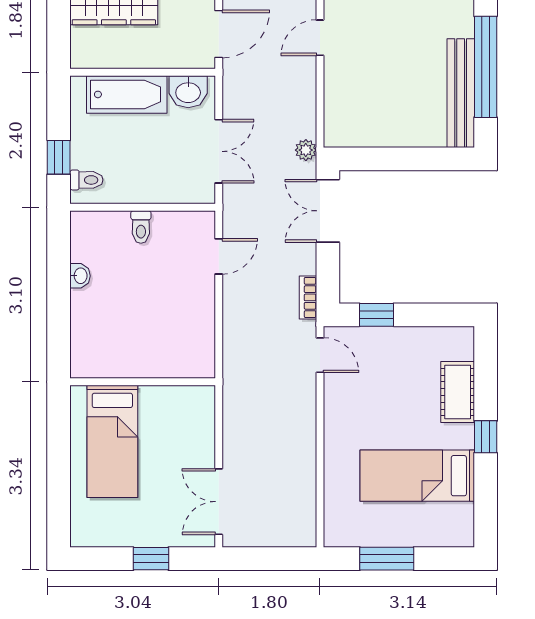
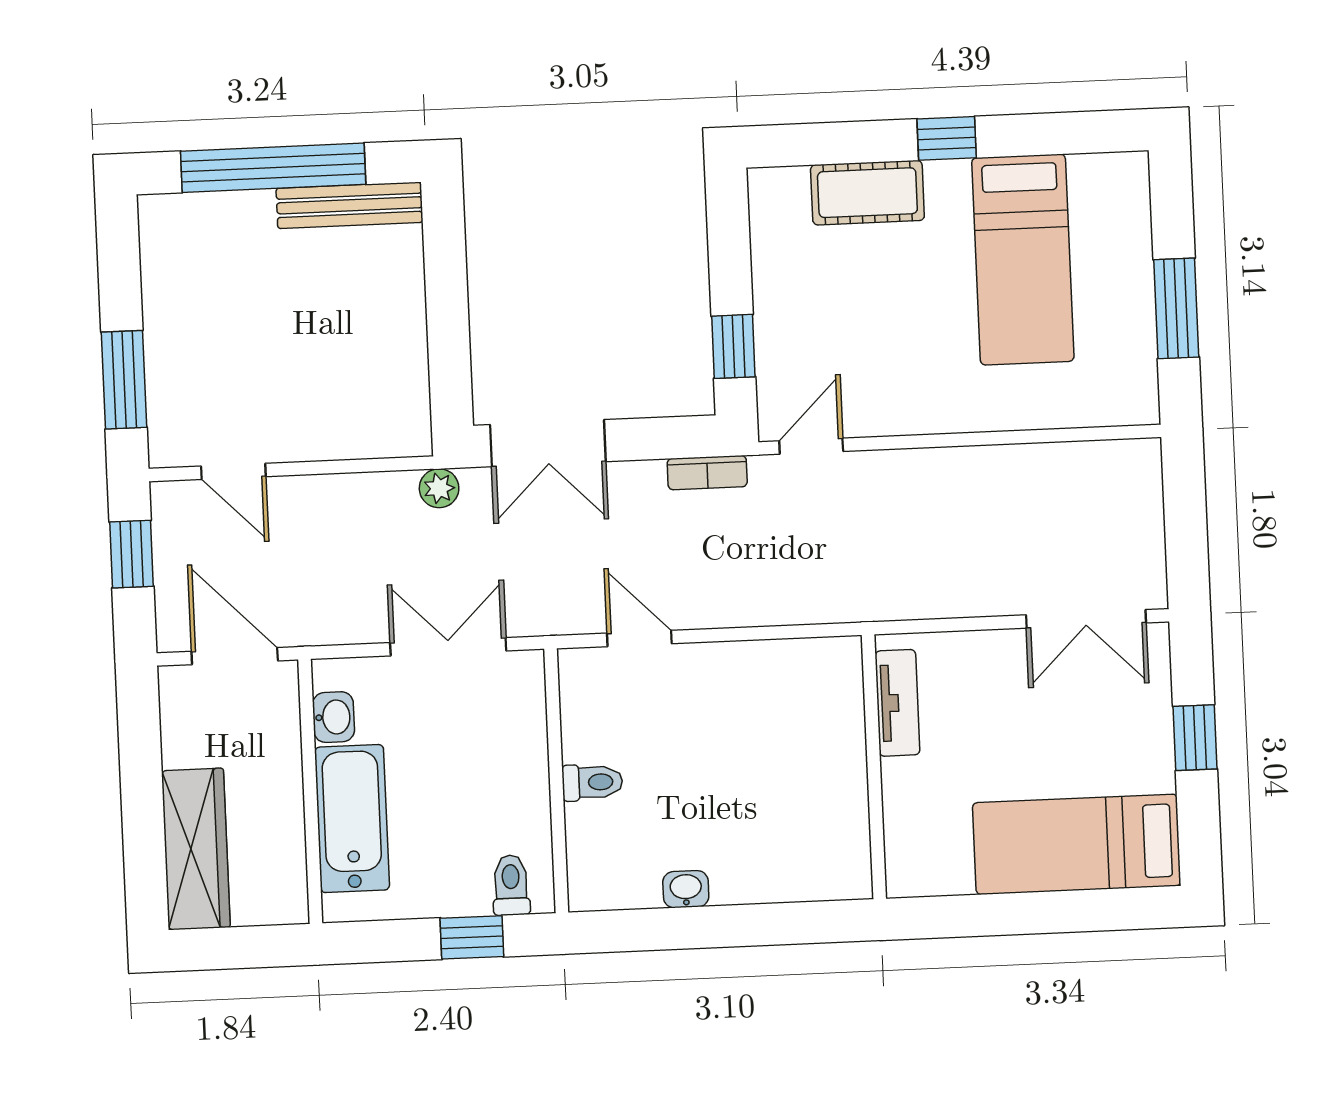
washbasin: (188, 92) -> (334, 717), width x0.72, depth x0.69
bench: (461, 93) -> (350, 205), width x0.73, depth x0.82
tv unit: (177, 396) -> (897, 703), added
bed: (112, 441) -> (1077, 844), moved, turned 180

